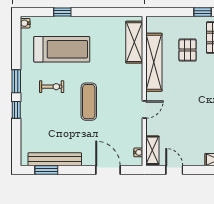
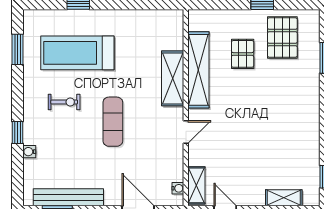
water cooler: (25, 23) -> (29, 152), moved
shelving: (134, 42) -> (173, 78), moved
treadmill: (62, 49) -> (77, 53), turned 180
window: (16, 81) -> (18, 49), moved

